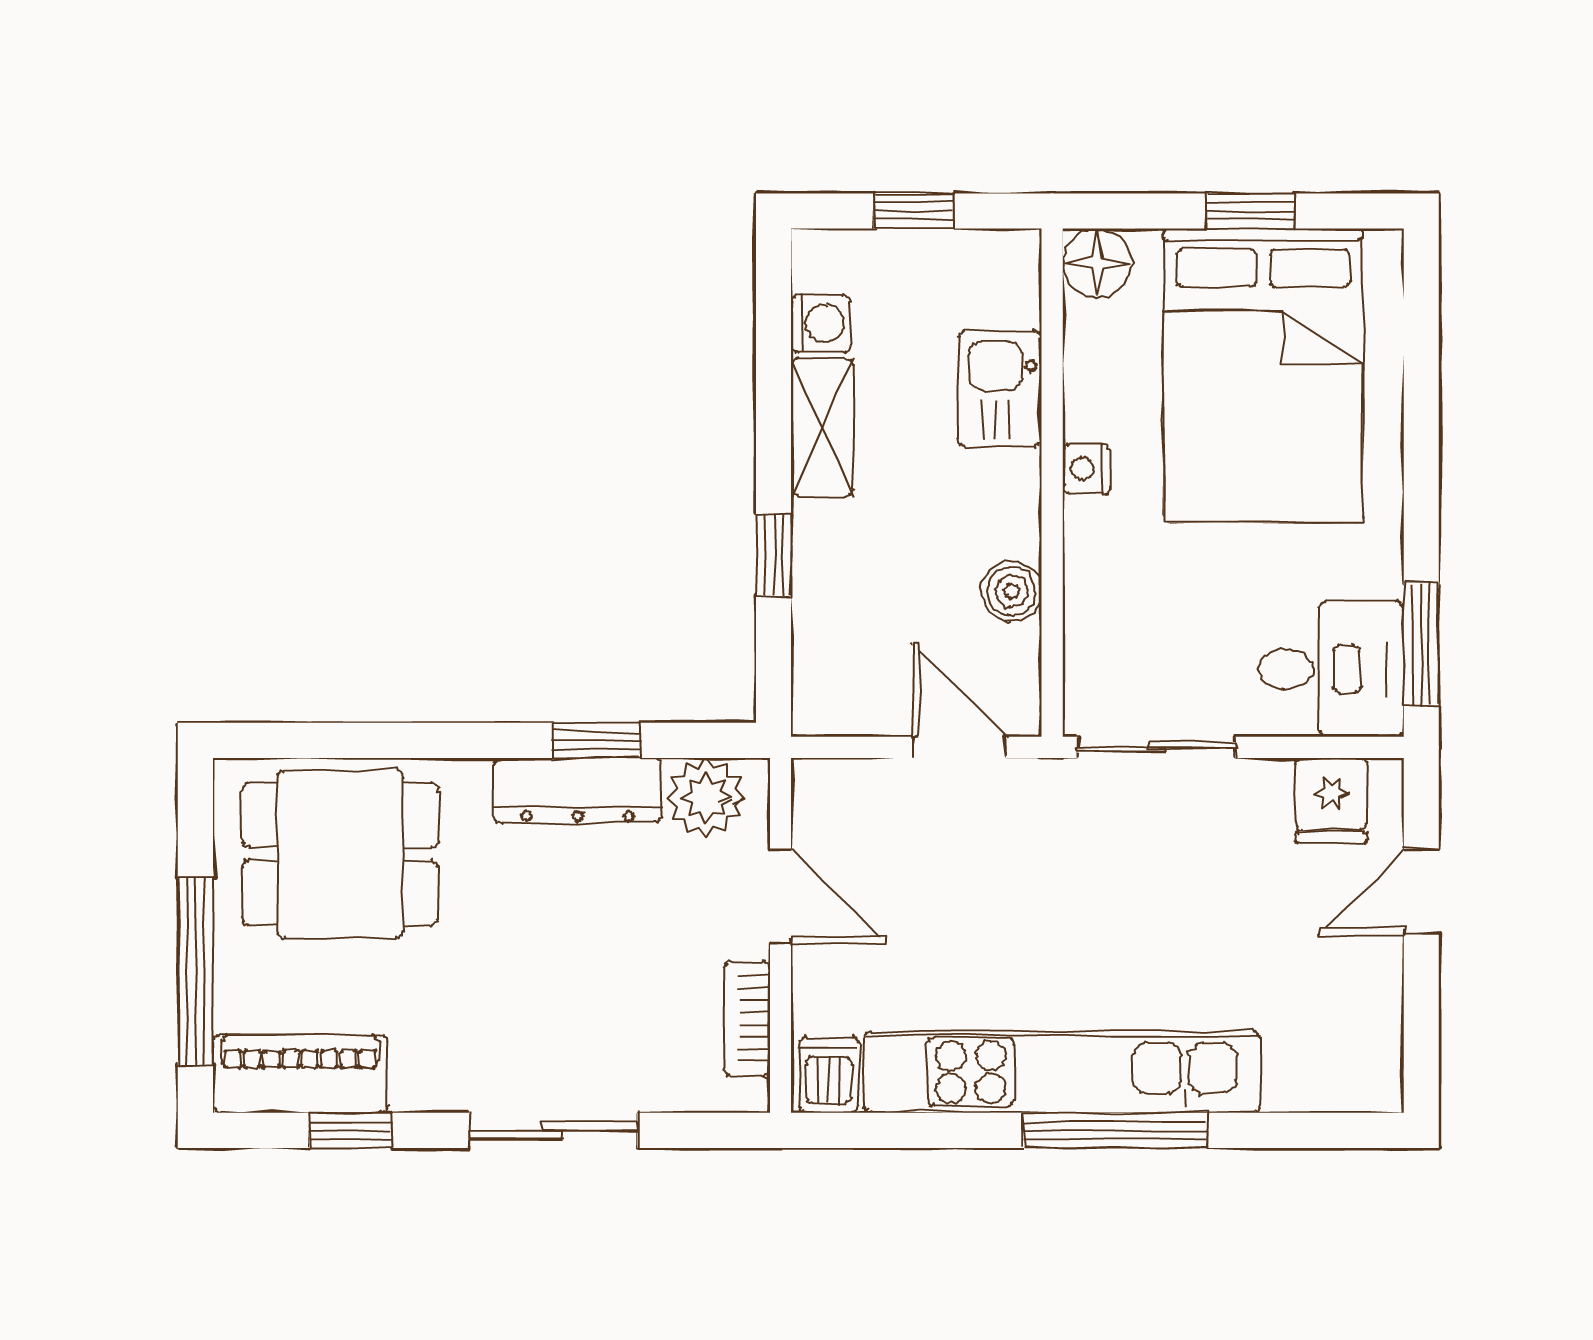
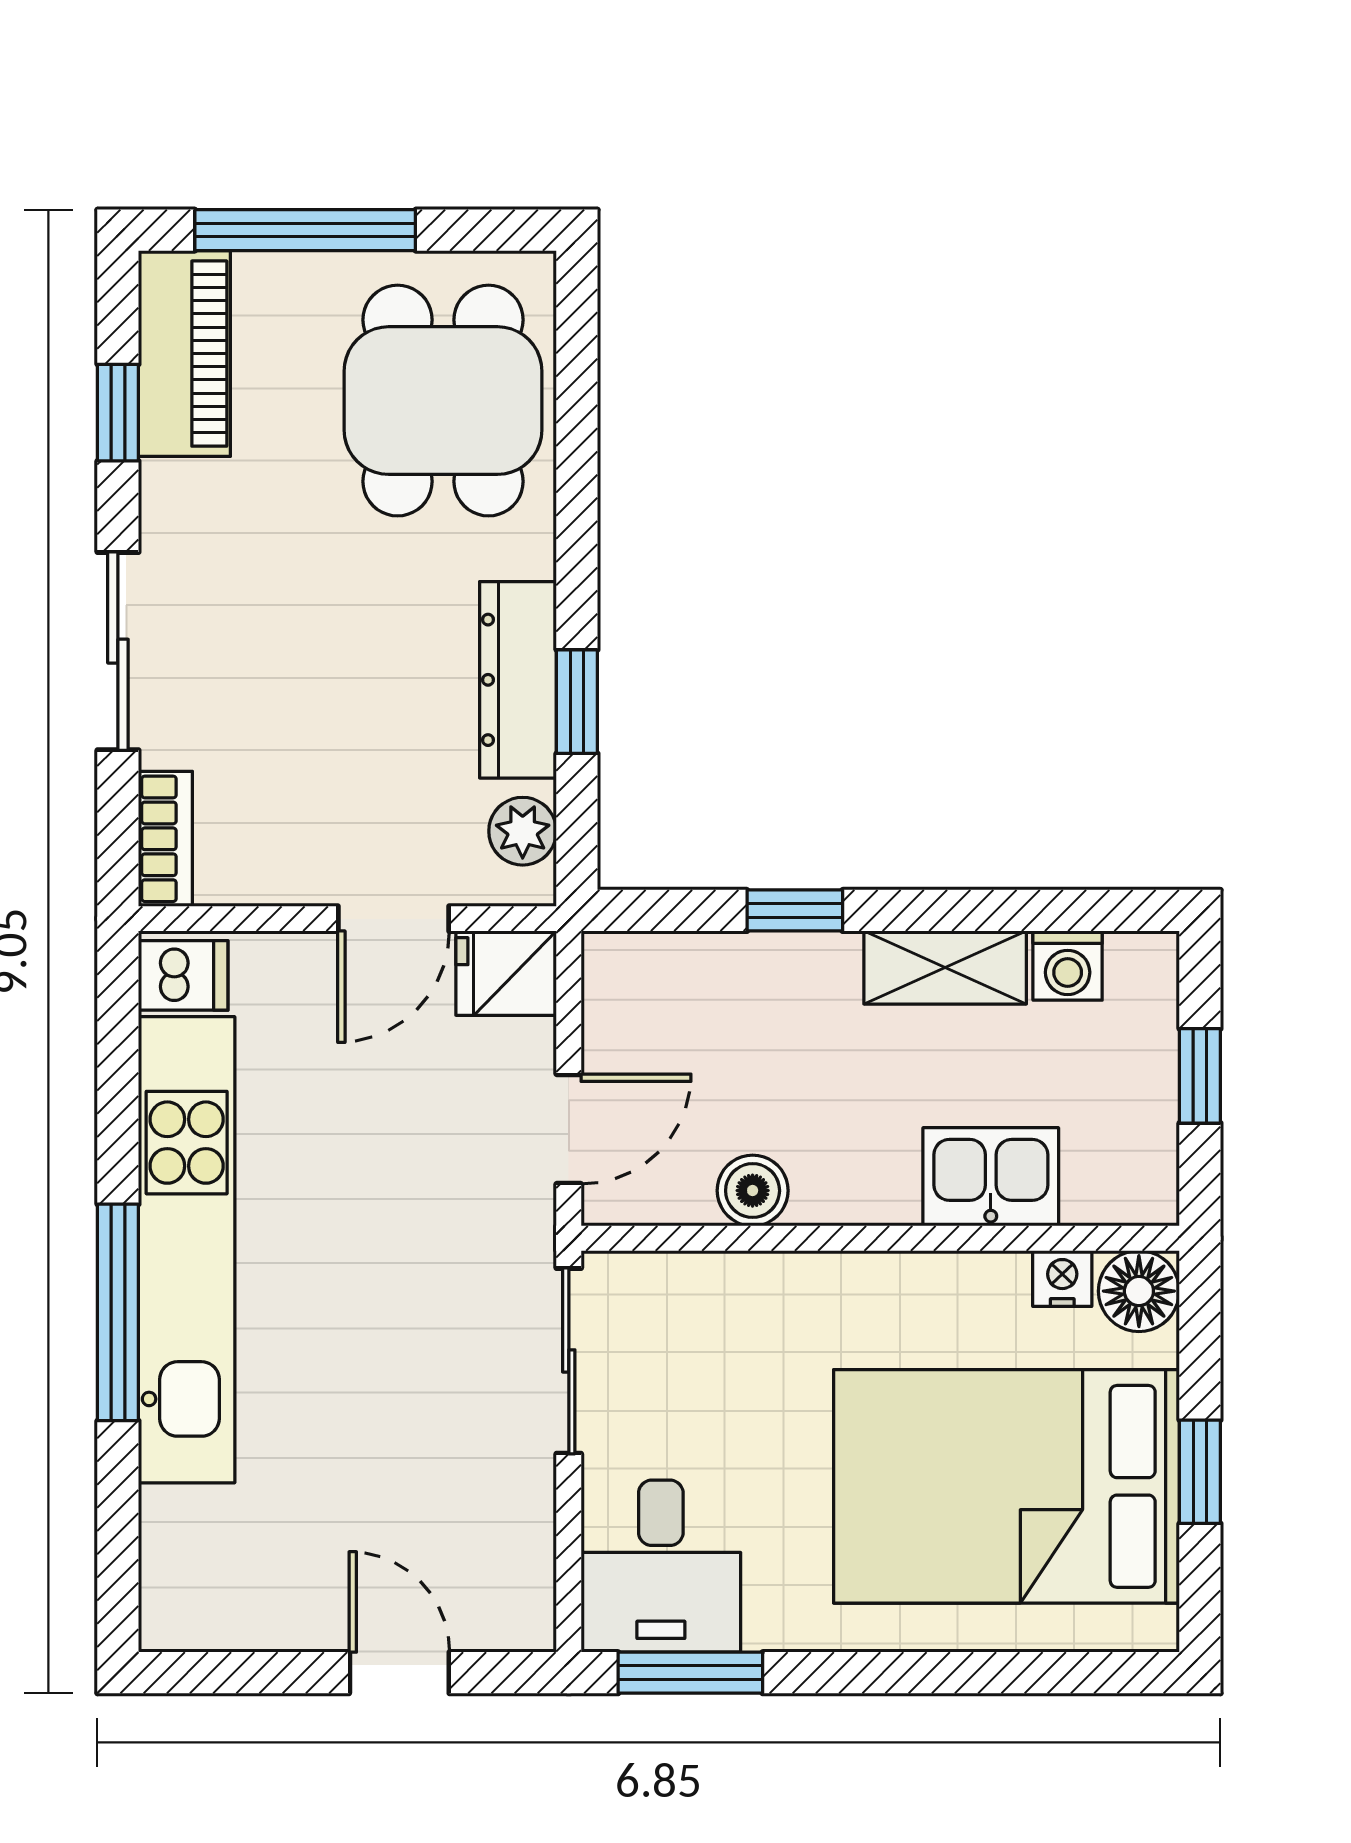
nightstand: (1086, 469) -> (1062, 1279), moved
plant: (706, 797) -> (523, 831), width x0.73, depth x0.73
fridge: (1331, 801) -> (506, 973), moved
bookcase: (747, 1019) -> (165, 839), moved, turned 90

